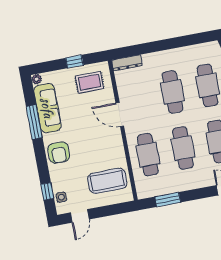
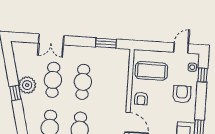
armchair: (111, 146) -> (141, 99), added
armchair: (59, 153) -> (182, 94), moved
cafe table: (148, 155) -> (113, 84), removed

